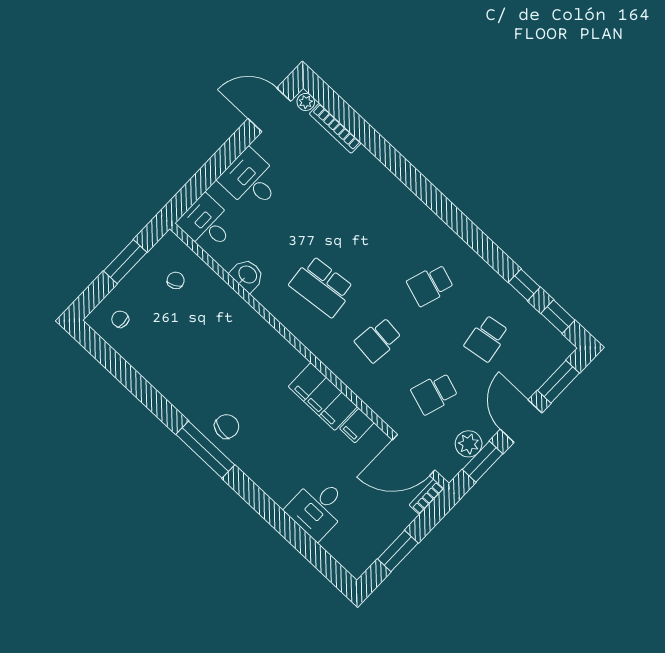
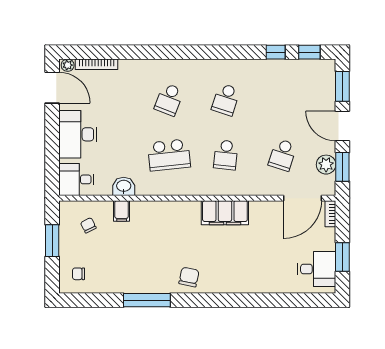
door: (269, 110) -> (52, 88), swing flipped
desk: (251, 180) -> (78, 134), width x1.37
school desk: (487, 338) -> (169, 99), moved, turned 30
filing cabinet: (357, 426) -> (122, 211), moved
window: (205, 450) -> (147, 300), moved
desk: (318, 508) -> (317, 269), moved, turned -90

